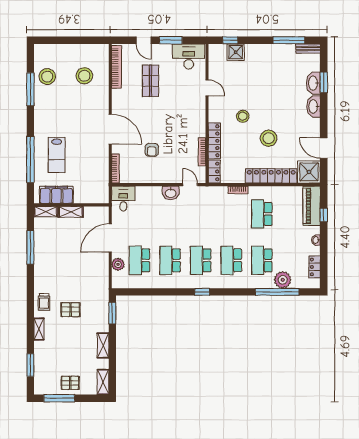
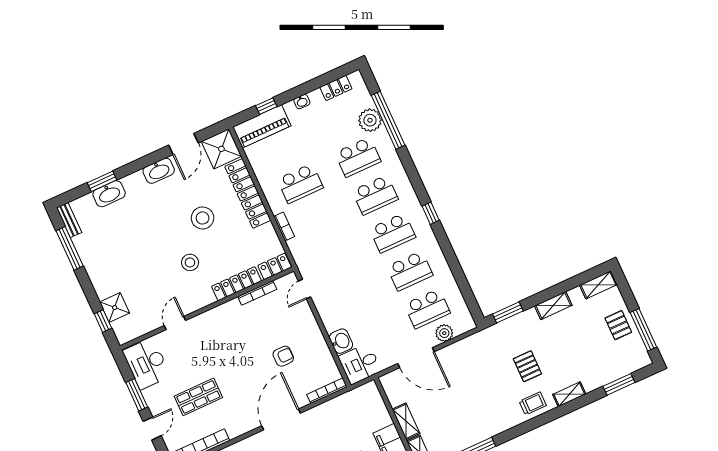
washbasin: (314, 106) -> (159, 171), moved
washbasin: (171, 193) -> (341, 341), moved

